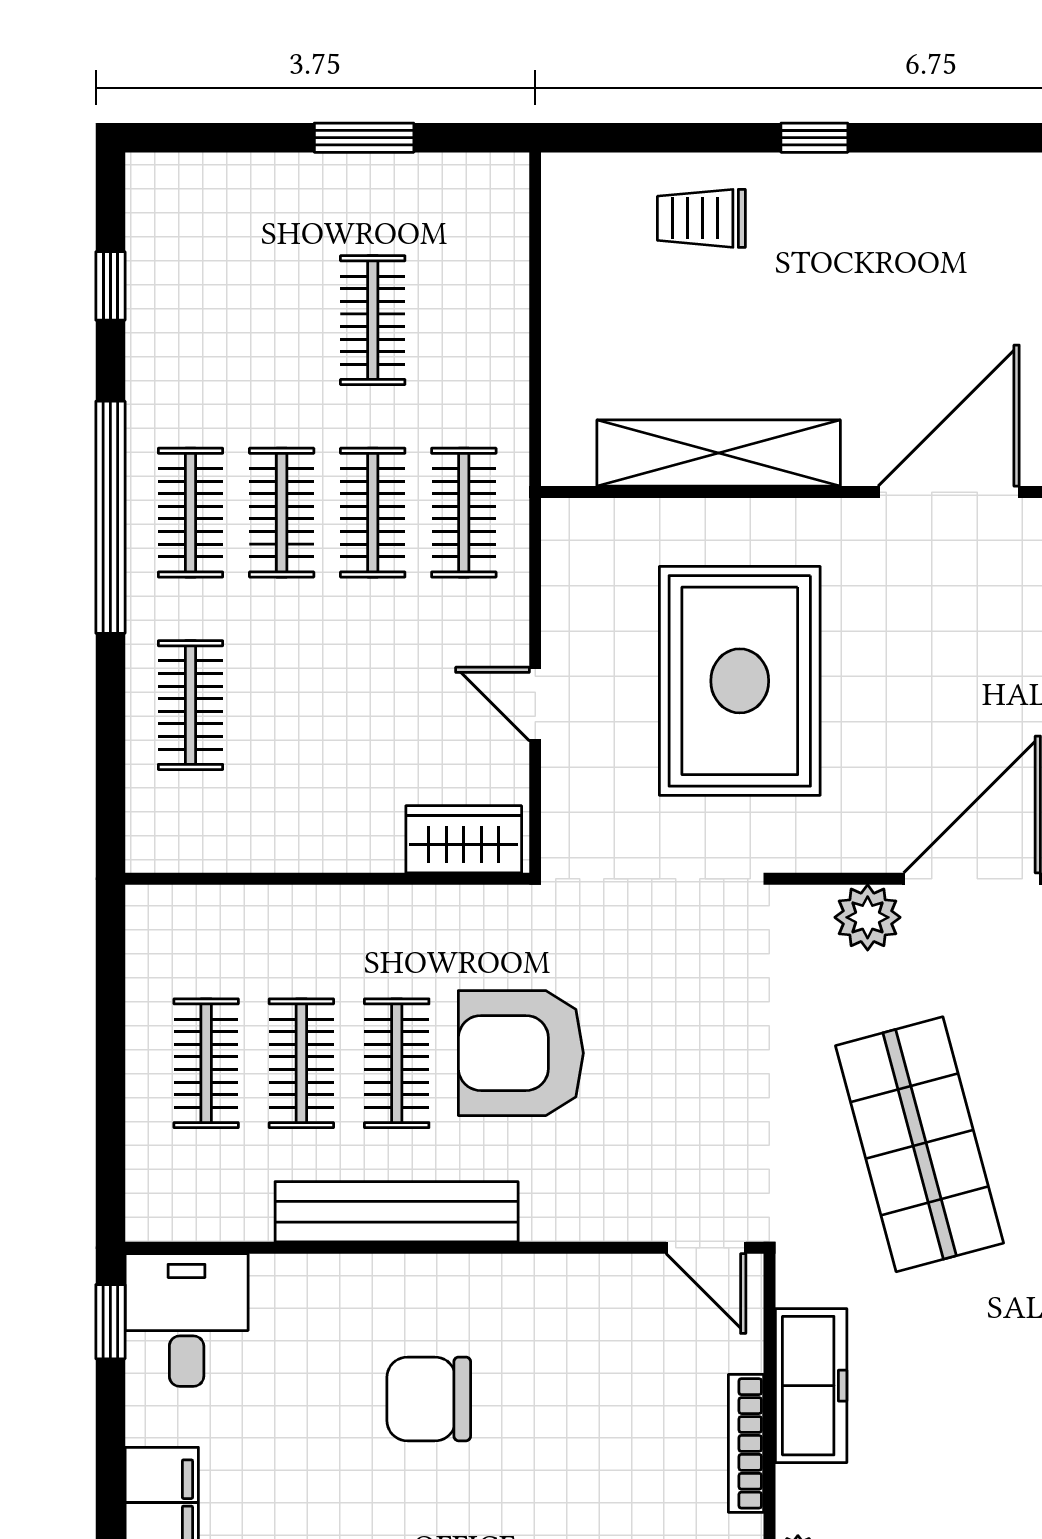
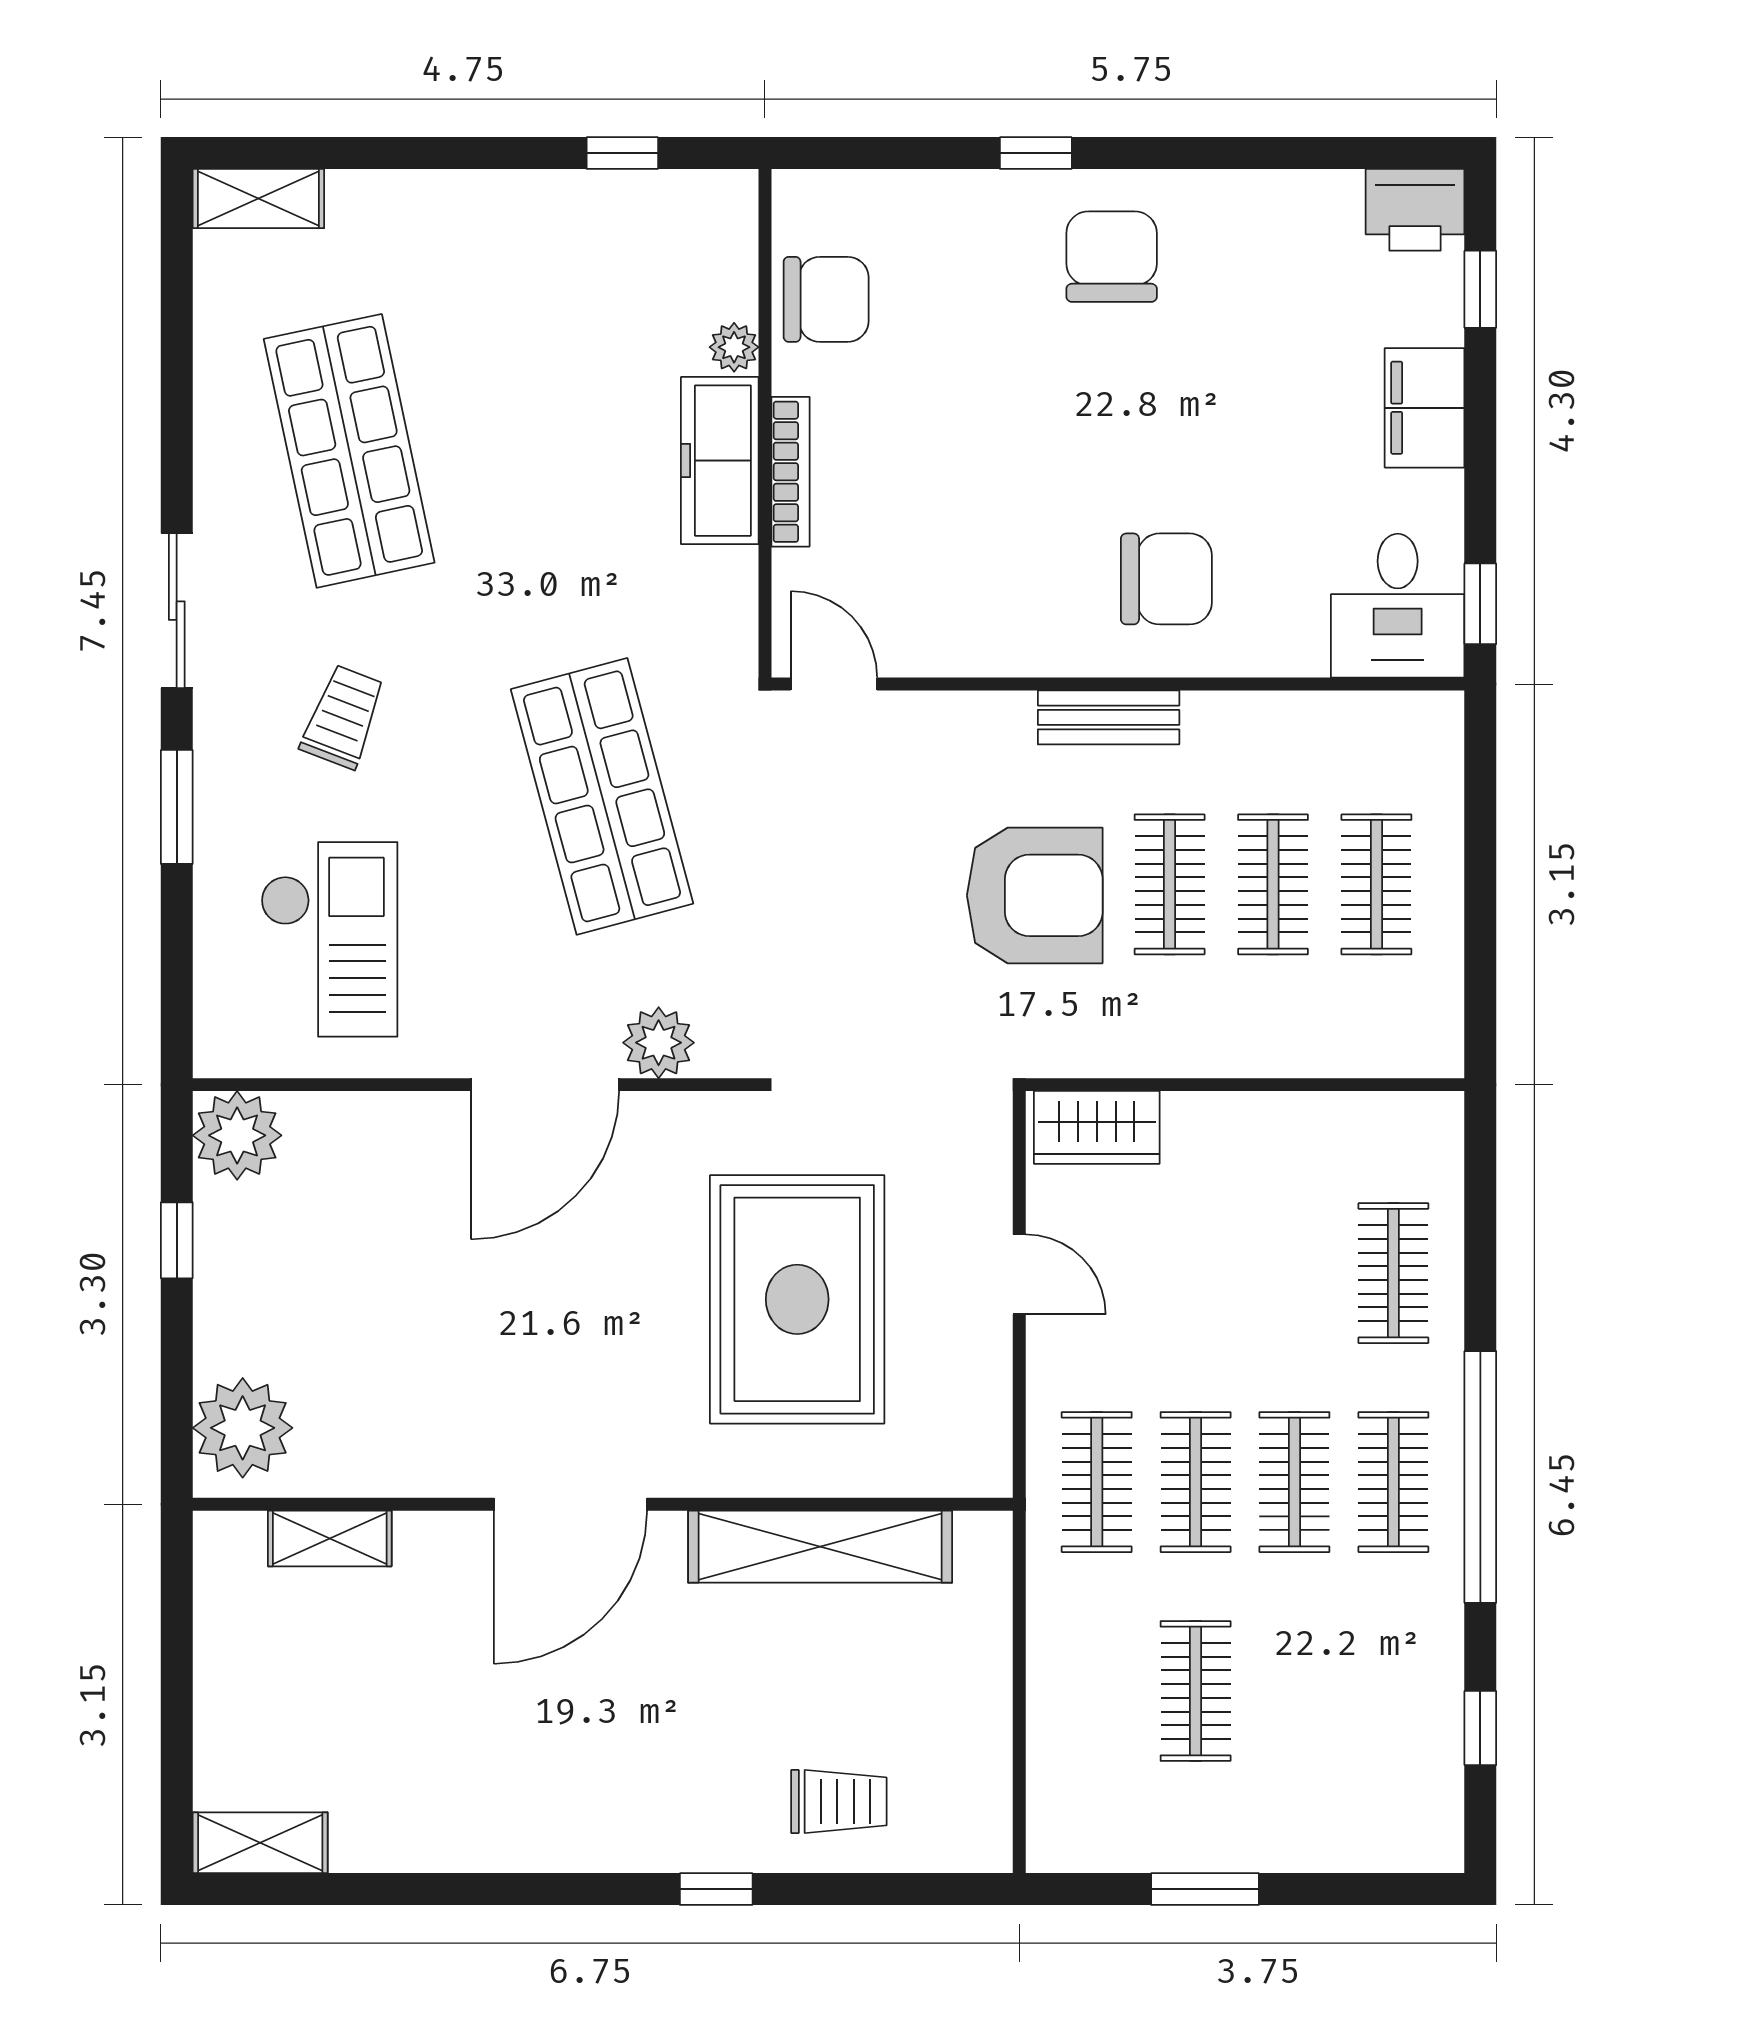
bench: (397, 1212) -> (1109, 717), width x0.54, depth x0.82
freezer: (811, 1386) -> (720, 461), moved
chair: (429, 1399) -> (1166, 579), moved

